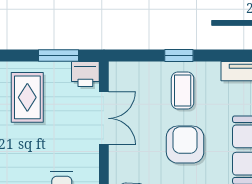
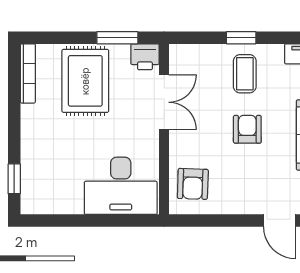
rug: (27, 97) -> (85, 81), width x1.36, depth x1.43
armchair: (185, 145) -> (247, 129), width x0.72, depth x0.72

